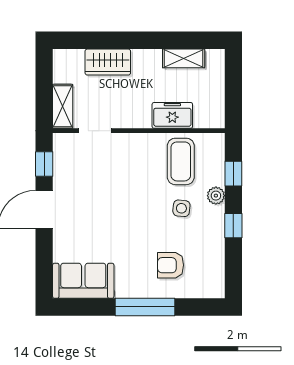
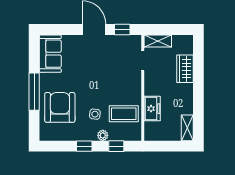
shelving: (184, 58) -> (187, 128), moved
armchair: (170, 265) -> (60, 107), width x1.88, depth x1.88

